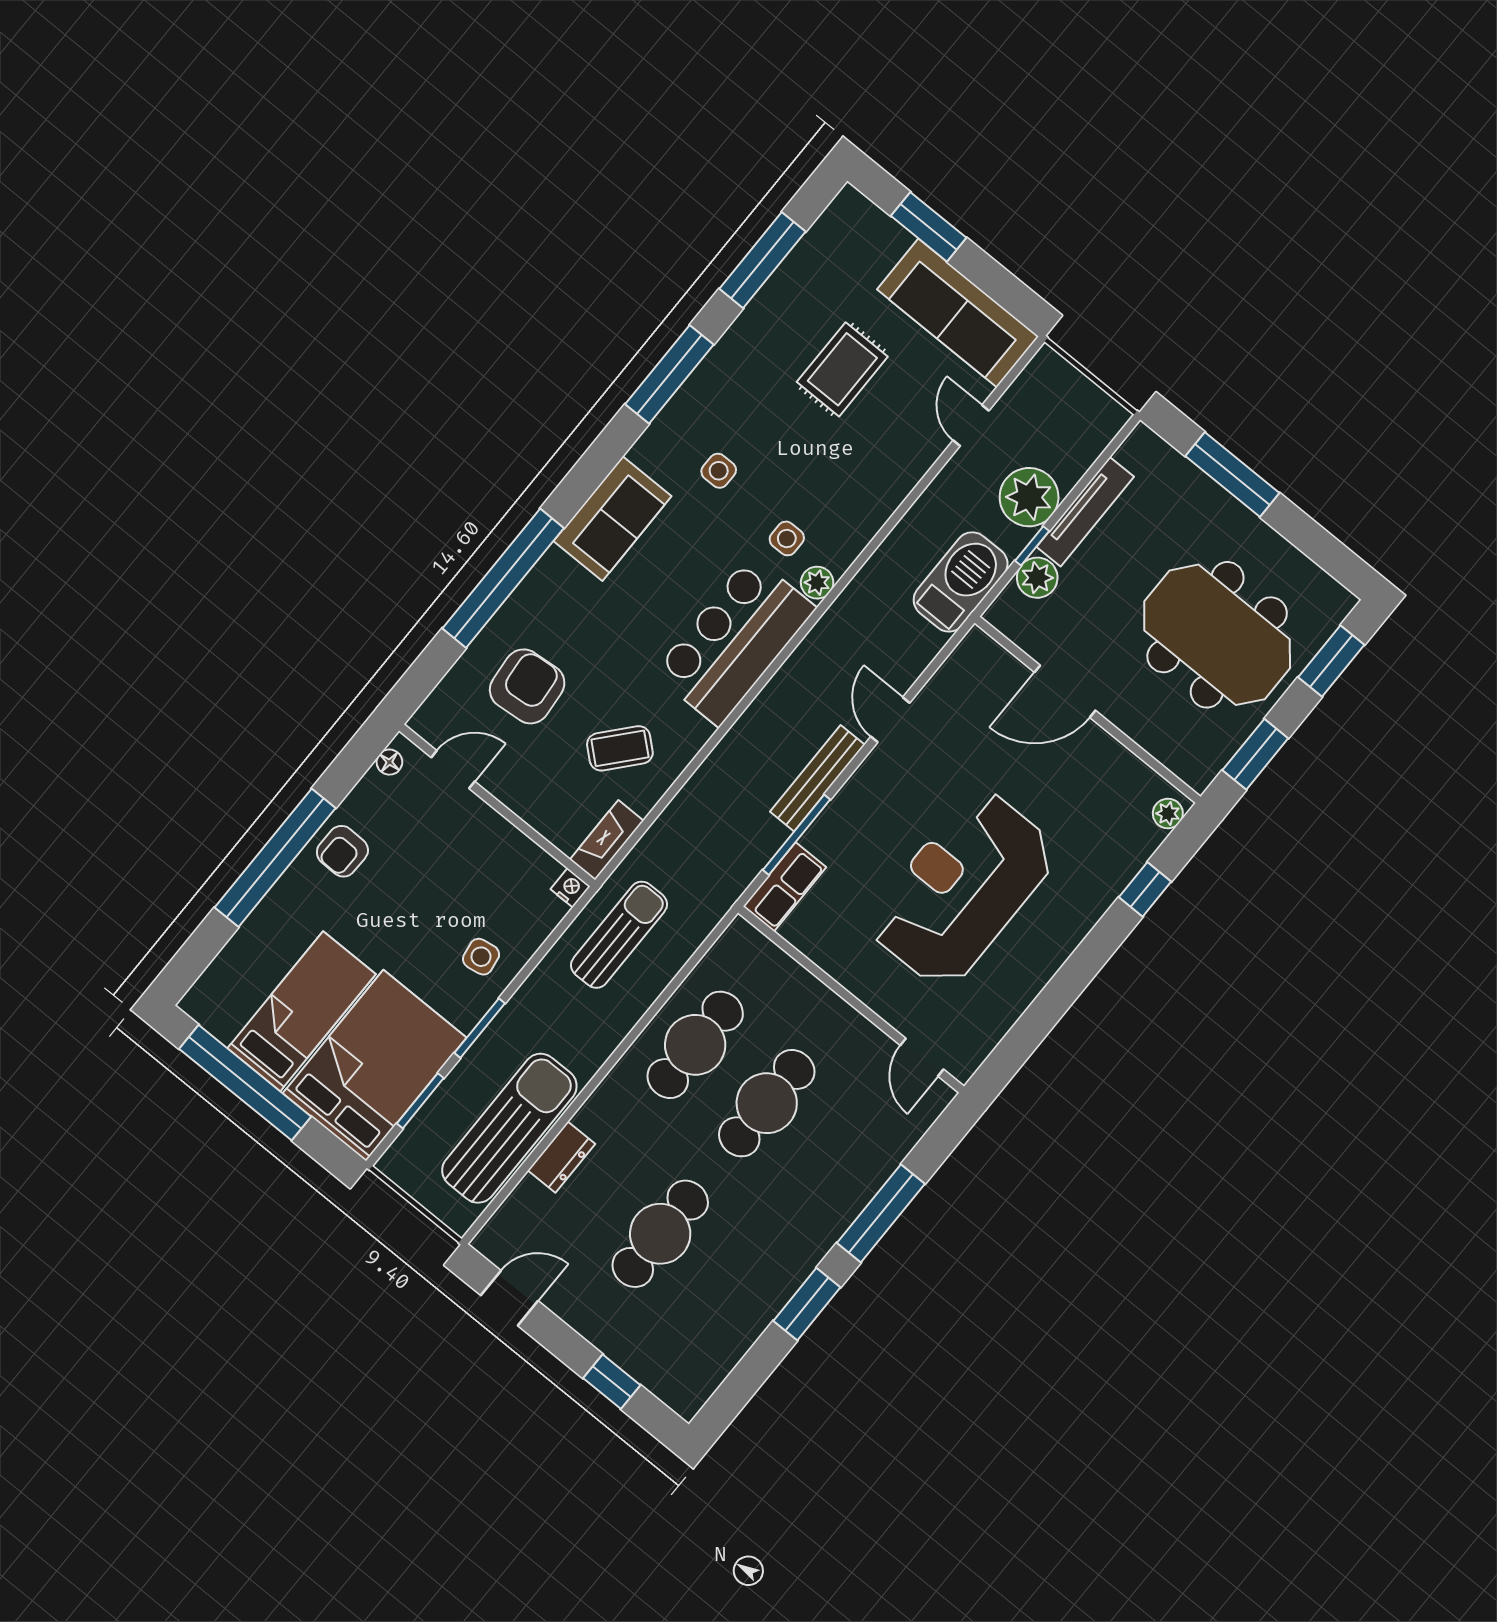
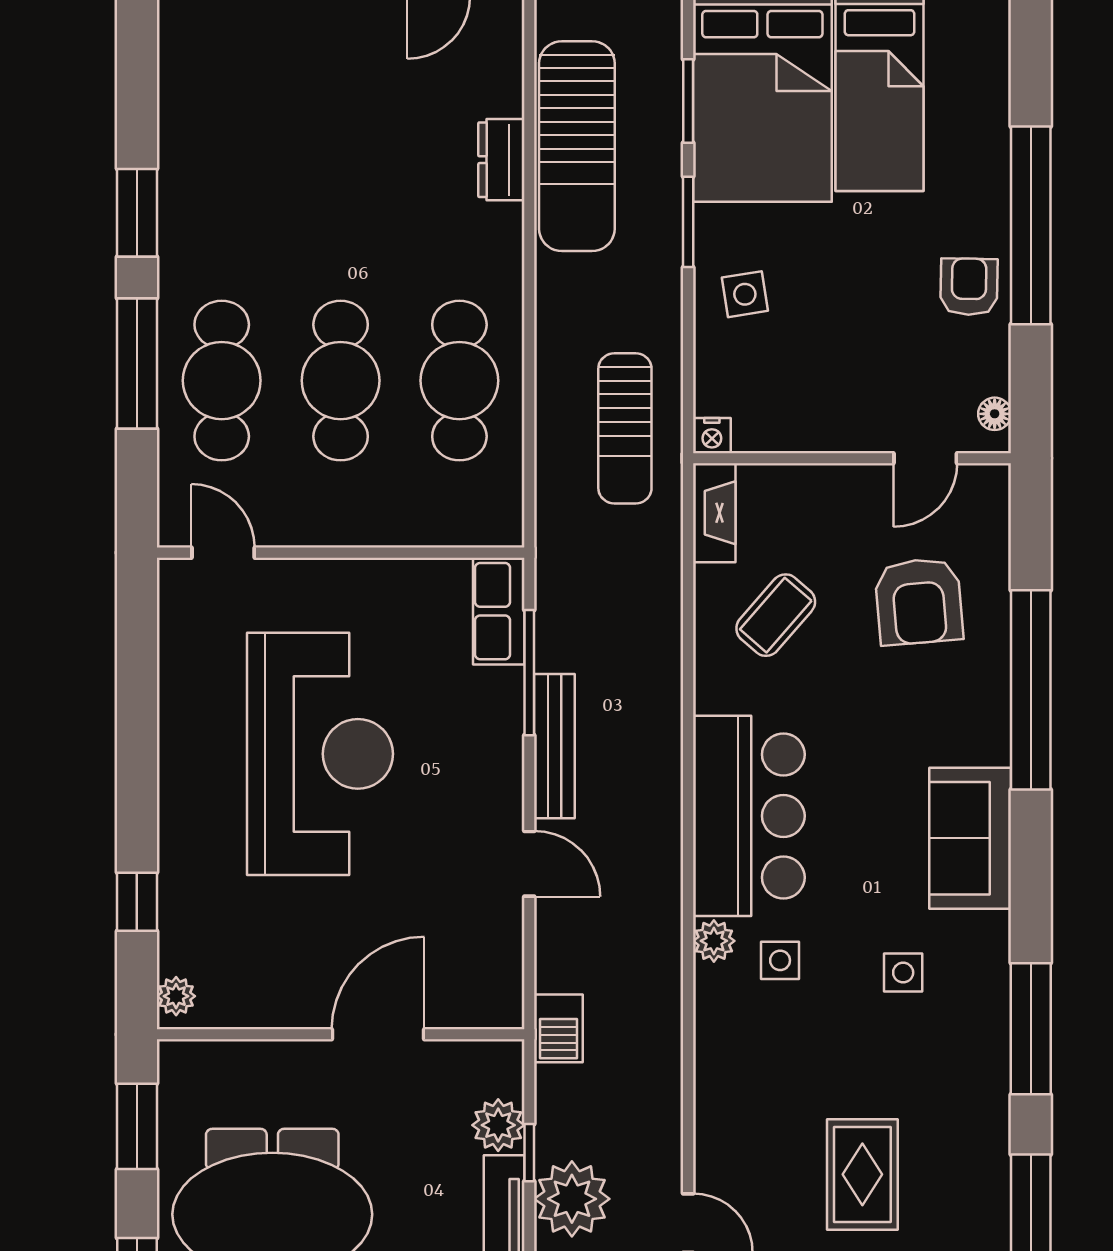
barbecue: (961, 582) -> (558, 1028), width x0.53, depth x0.65
cafe table: (660, 1234) -> (222, 381), moved

